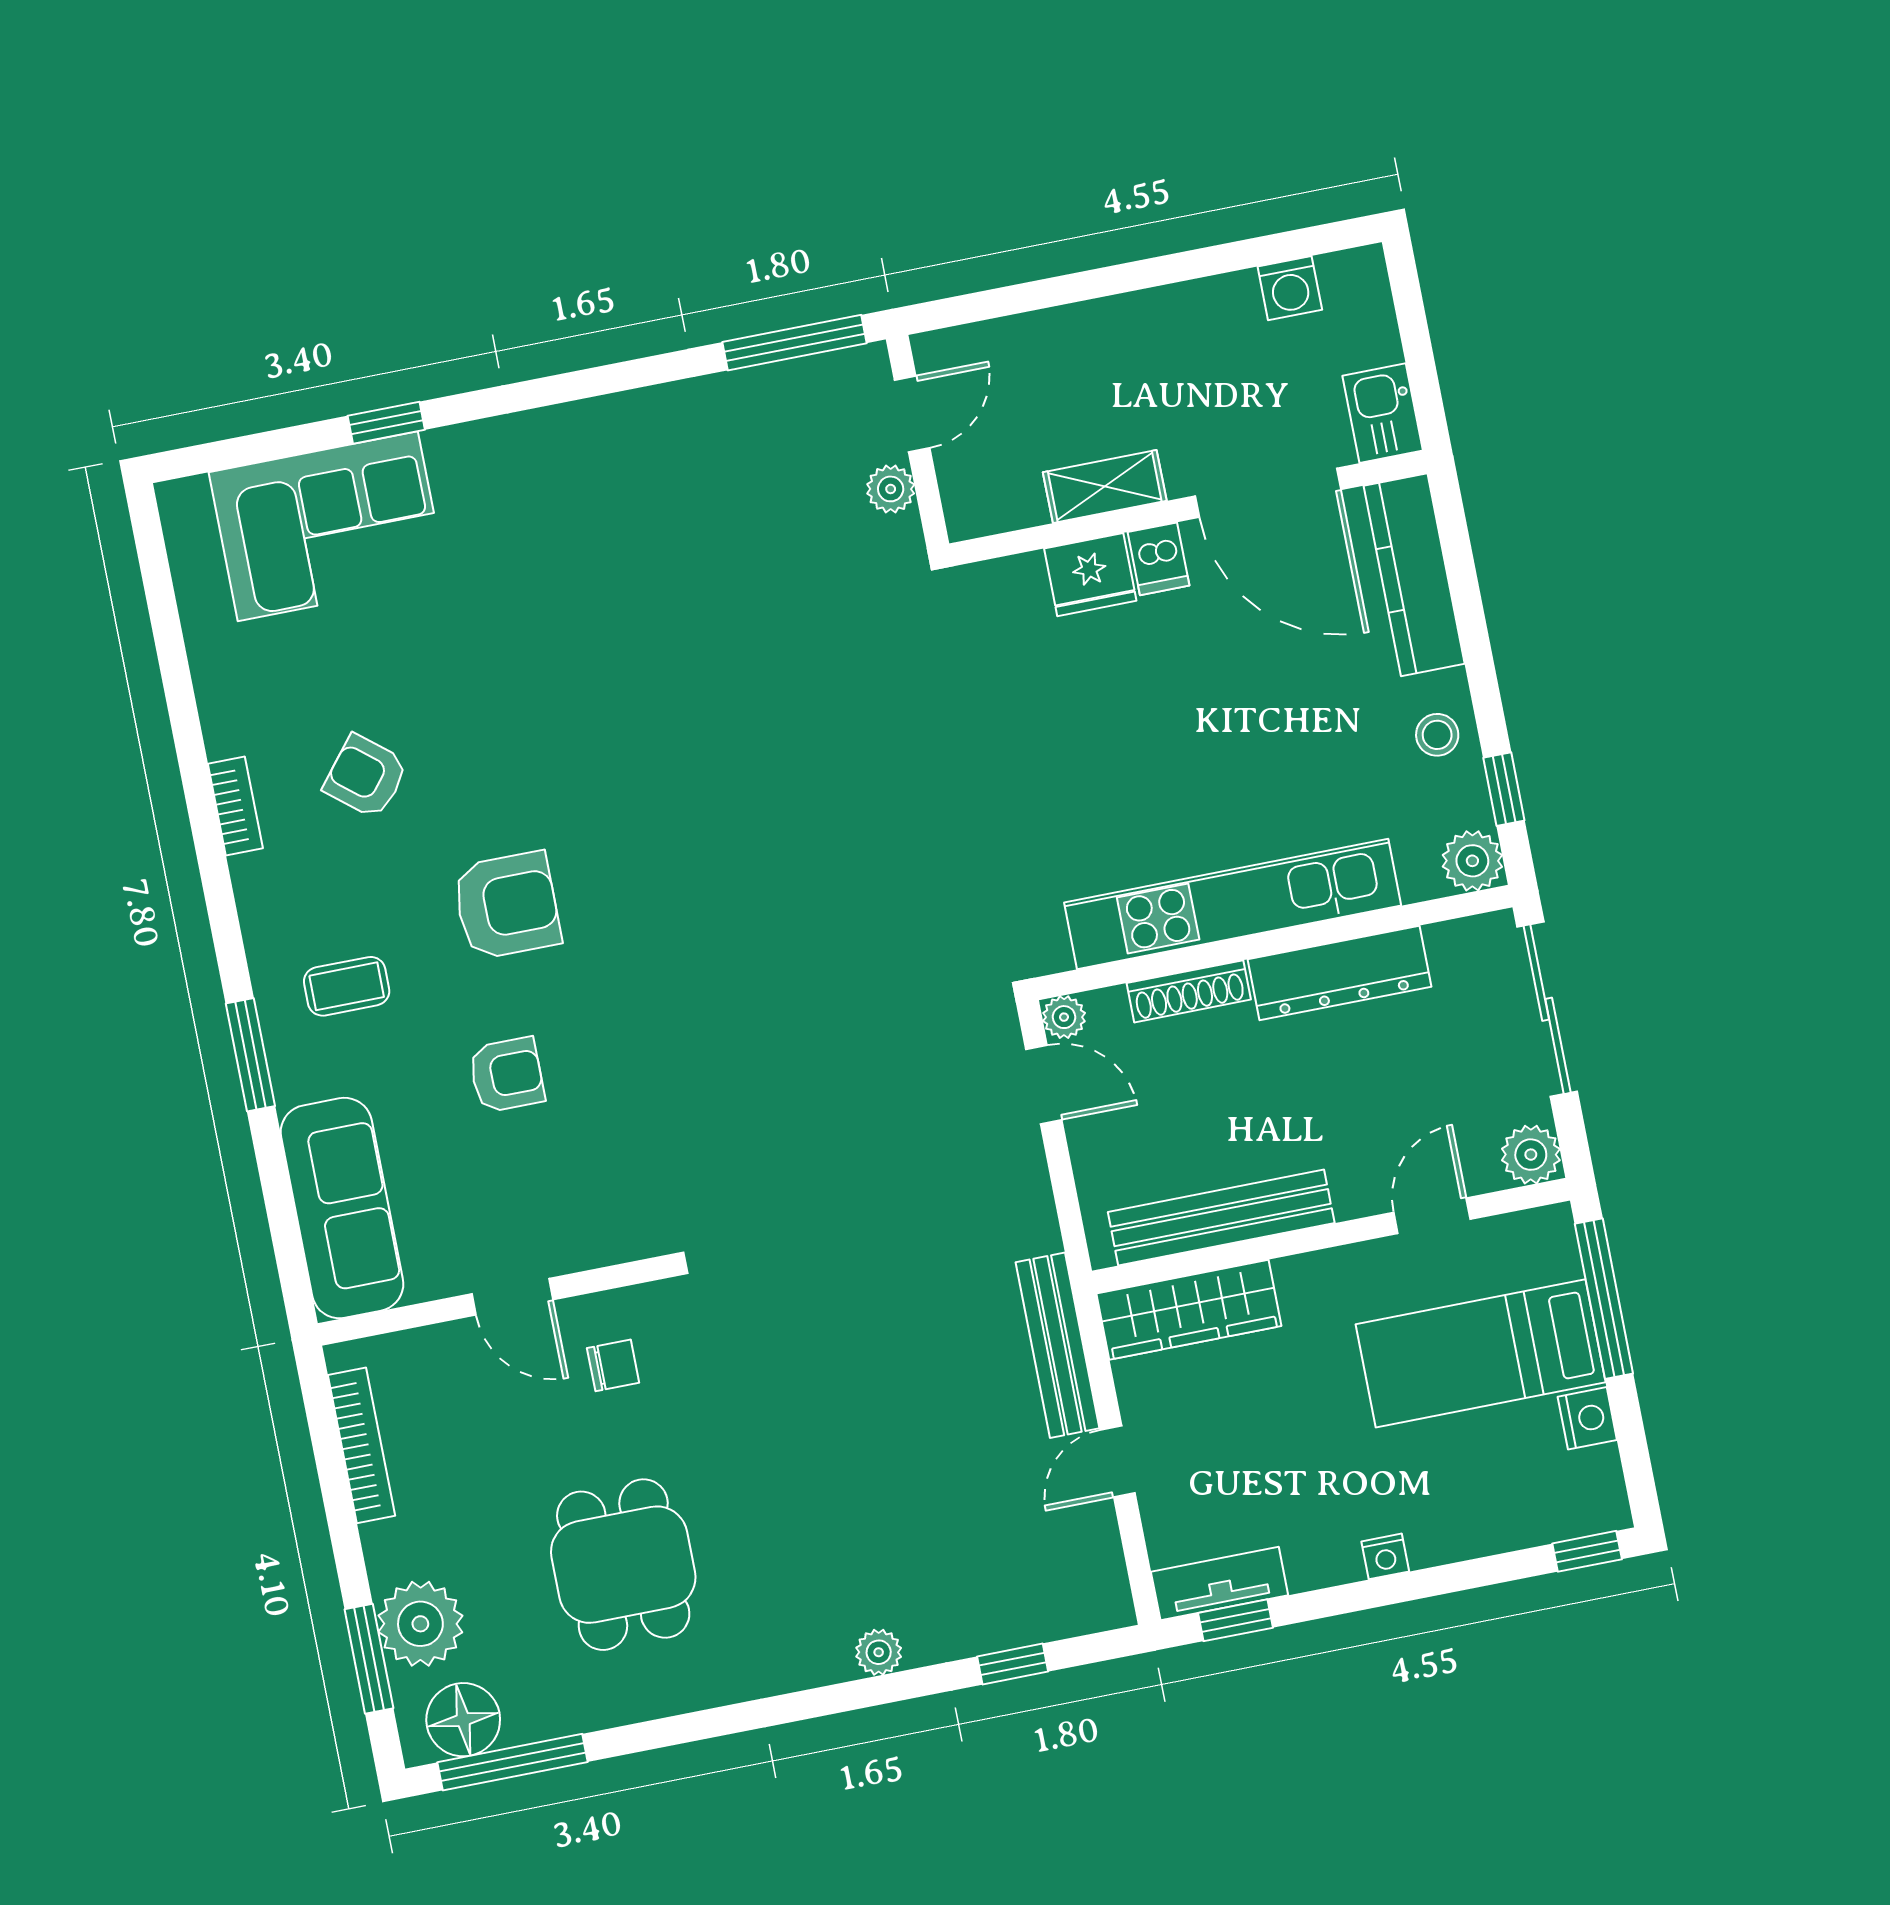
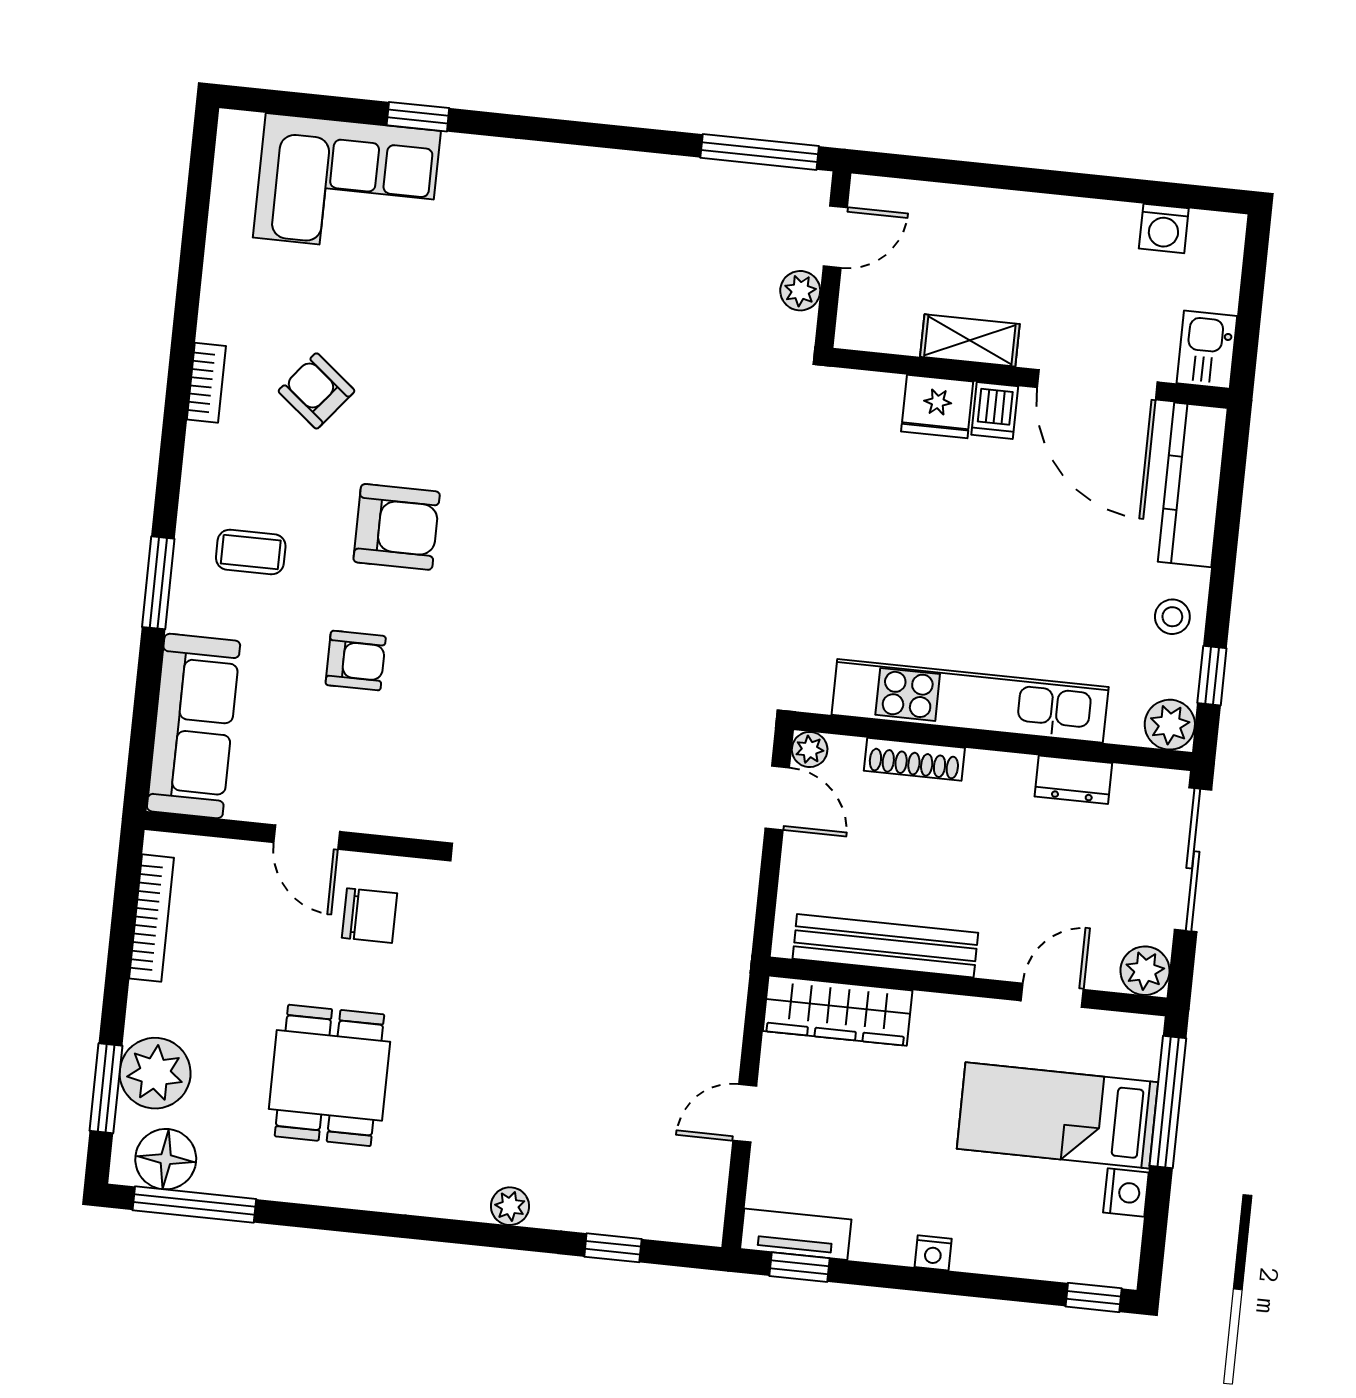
dresser: (1339, 973) -> (1073, 780), width x0.51, depth x0.80
bench: (1058, 1345) -> (725, 1007), removed
chair: (613, 1365) -> (370, 916), width x1.37, depth x1.37

